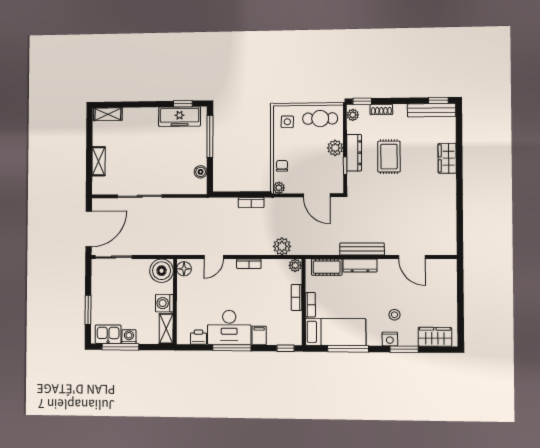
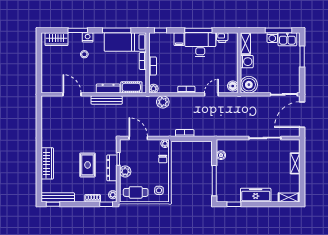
freezer: (180, 117) -> (256, 195), moved
wardrobe: (447, 158) -> (47, 163), width x1.50

